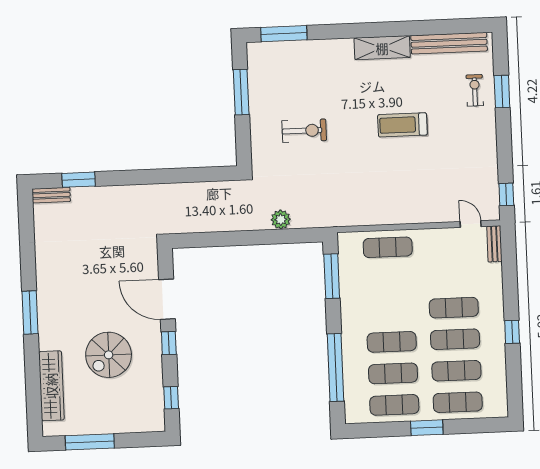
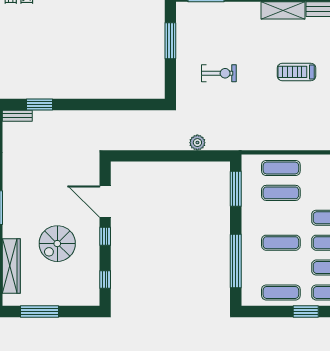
exercise mat: (393, 373) -> (281, 193), moved

